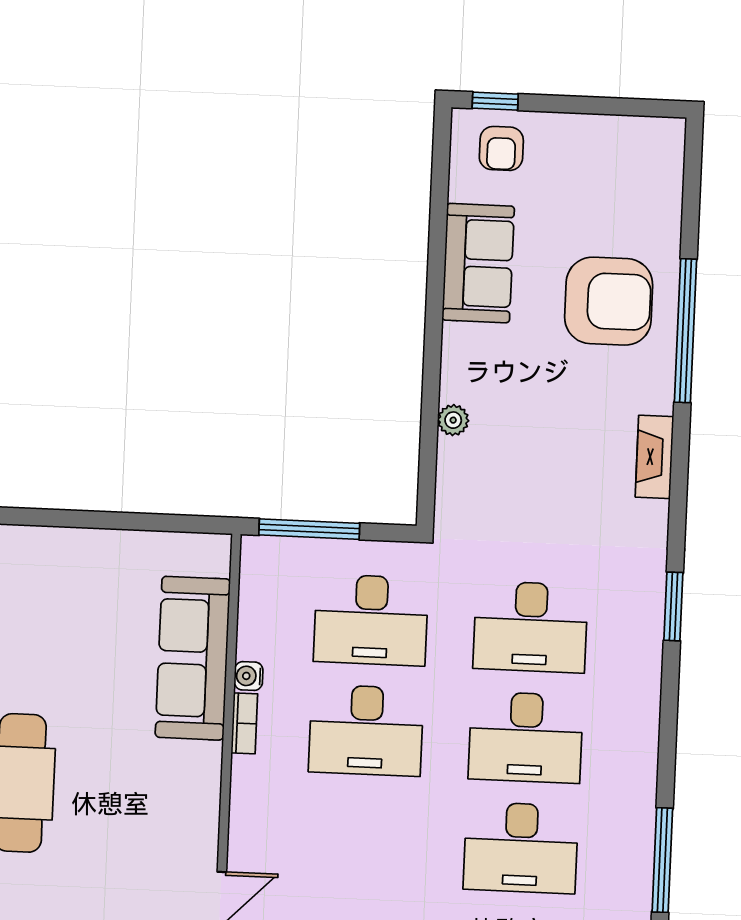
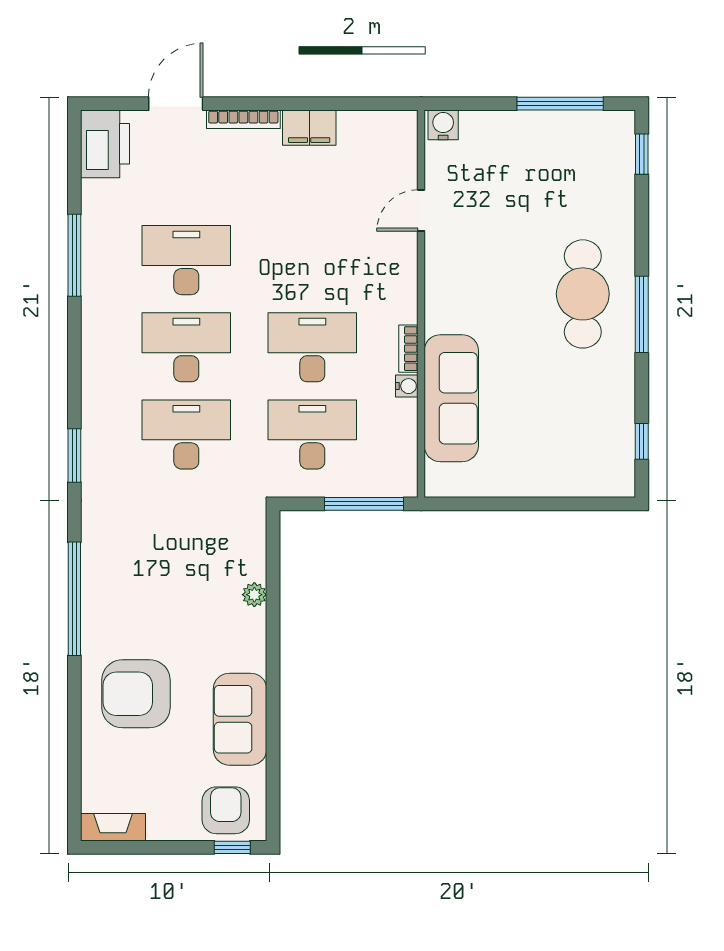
armchair: (501, 148) -> (226, 810), width x1.38, depth x1.38
window: (685, 331) -> (74, 599), moved
fireplace: (654, 457) -> (113, 827), moved, turned -90

